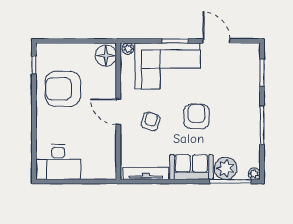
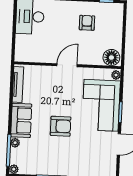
armchair: (63, 89) -> (87, 23), width x0.53, depth x0.53
armchair: (151, 121) -> (58, 90), removed
plant: (226, 168) -> (15, 143), width x0.53, depth x0.53

